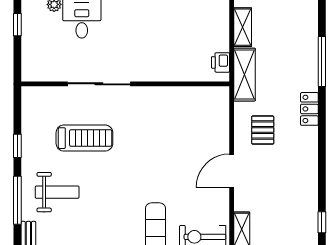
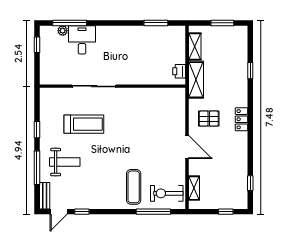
window: (322, 62) -> (250, 71), width x0.46
locker: (309, 109) -> (241, 119), moved
pallet: (263, 130) -> (209, 119), turned 90
door: (232, 171) -> (187, 147), swing flipped

